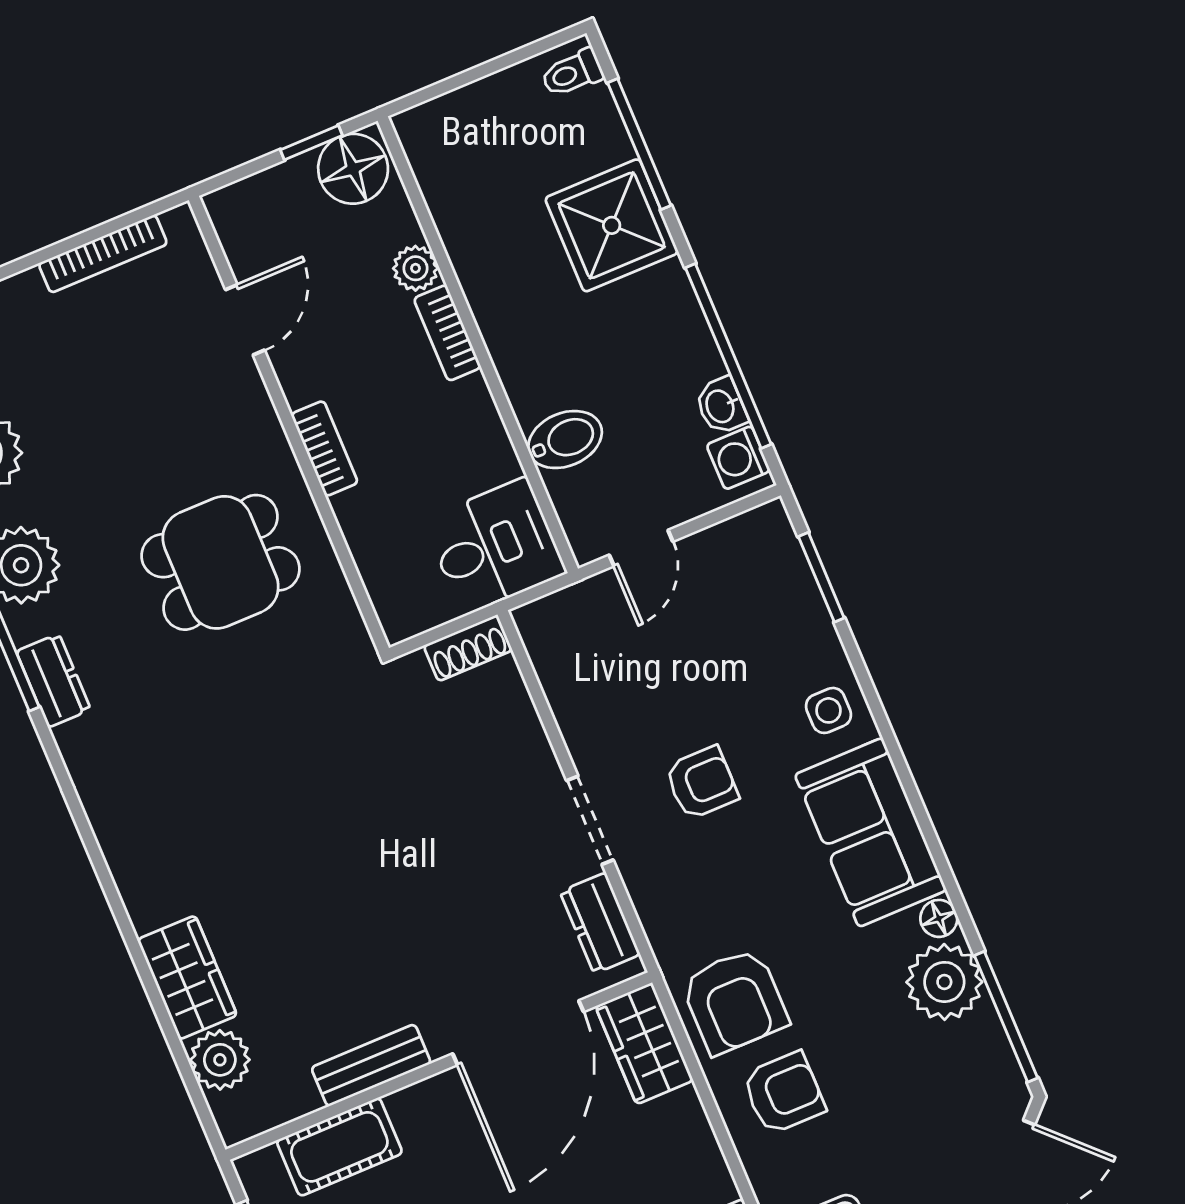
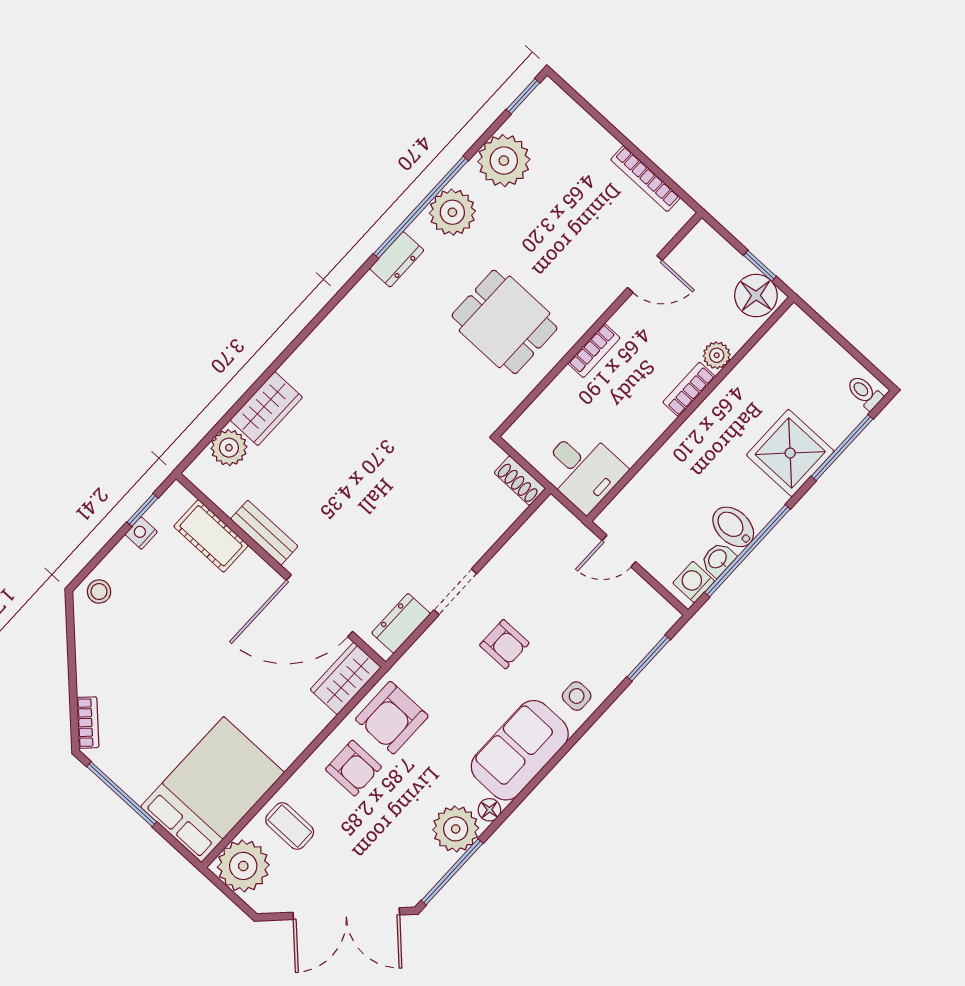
bidet: (565, 440) -> (733, 527), moved, turned 180

